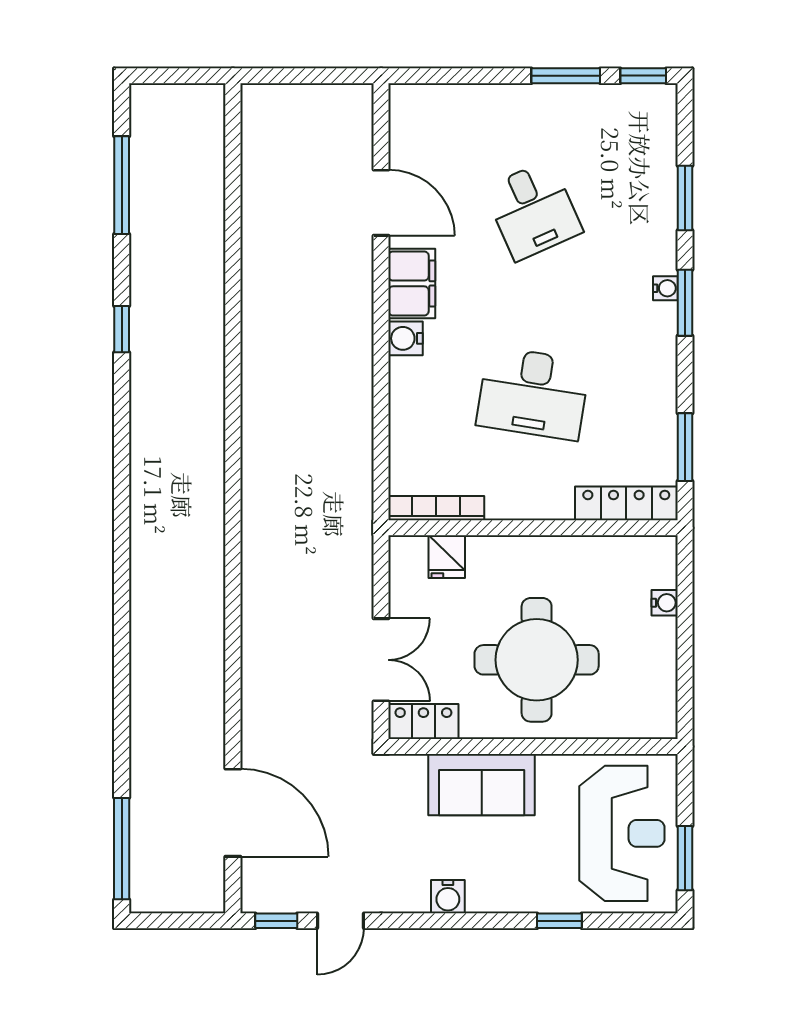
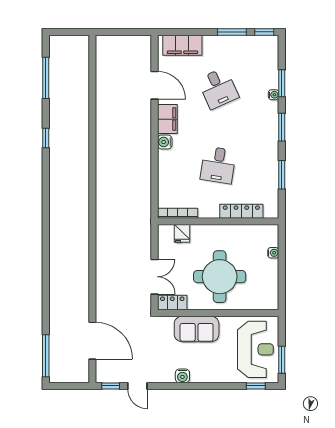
filing cabinet: (448, 107) -> (182, 45), added
water cooler: (665, 288) -> (274, 95), moved
desk: (533, 393) -> (218, 165), width x0.73
window: (685, 447) -> (282, 175), moved
locker: (626, 503) -> (241, 211), moved
door: (340, 921) -> (137, 386), hinge flipped
window: (559, 921) -> (256, 386), moved

